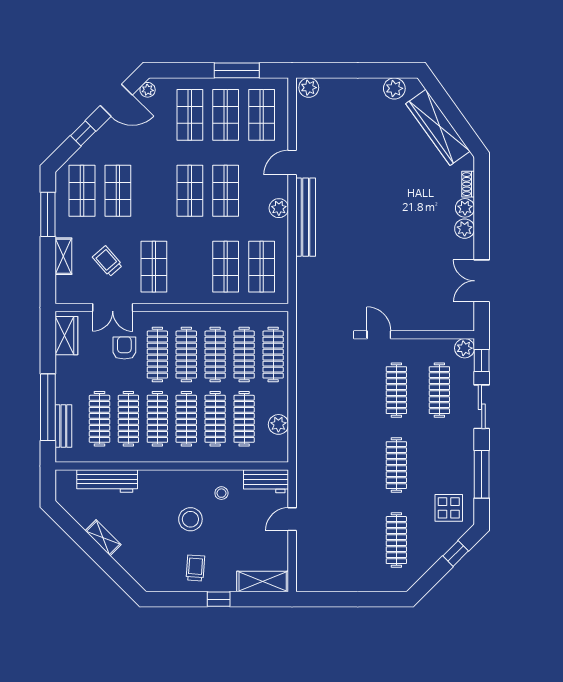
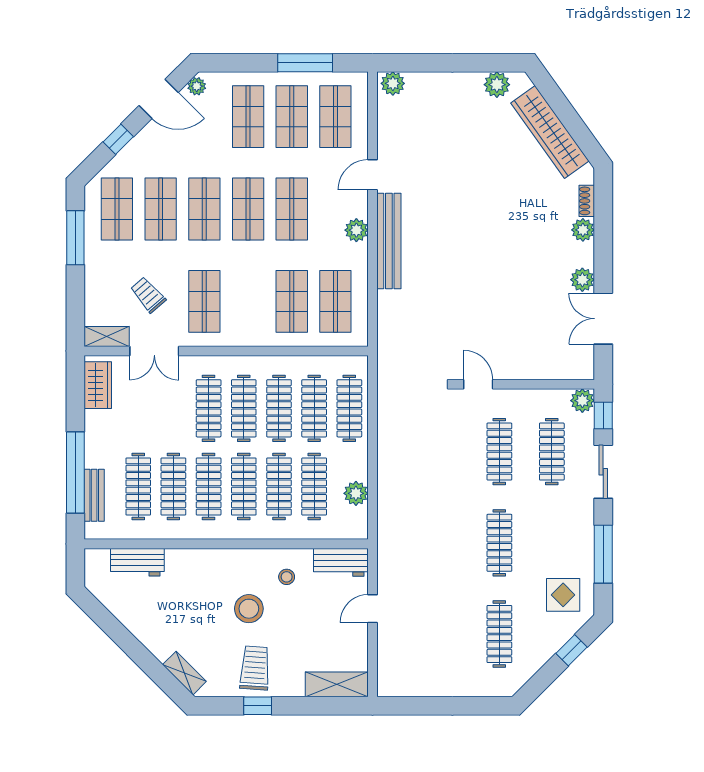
shop shelf: (154, 191) -> (204, 209), added
plant: (465, 229) -> (582, 280), moved
shelving: (63, 256) -> (107, 336), moved, turned 90
armchair: (124, 348) -> (168, 400), removed
workbench: (107, 481) -> (137, 562), width x0.73
shelving: (103, 538) -> (184, 673), moved
trolley: (195, 568) -> (255, 668), width x1.36, depth x1.39
window: (219, 599) -> (258, 706), moved

